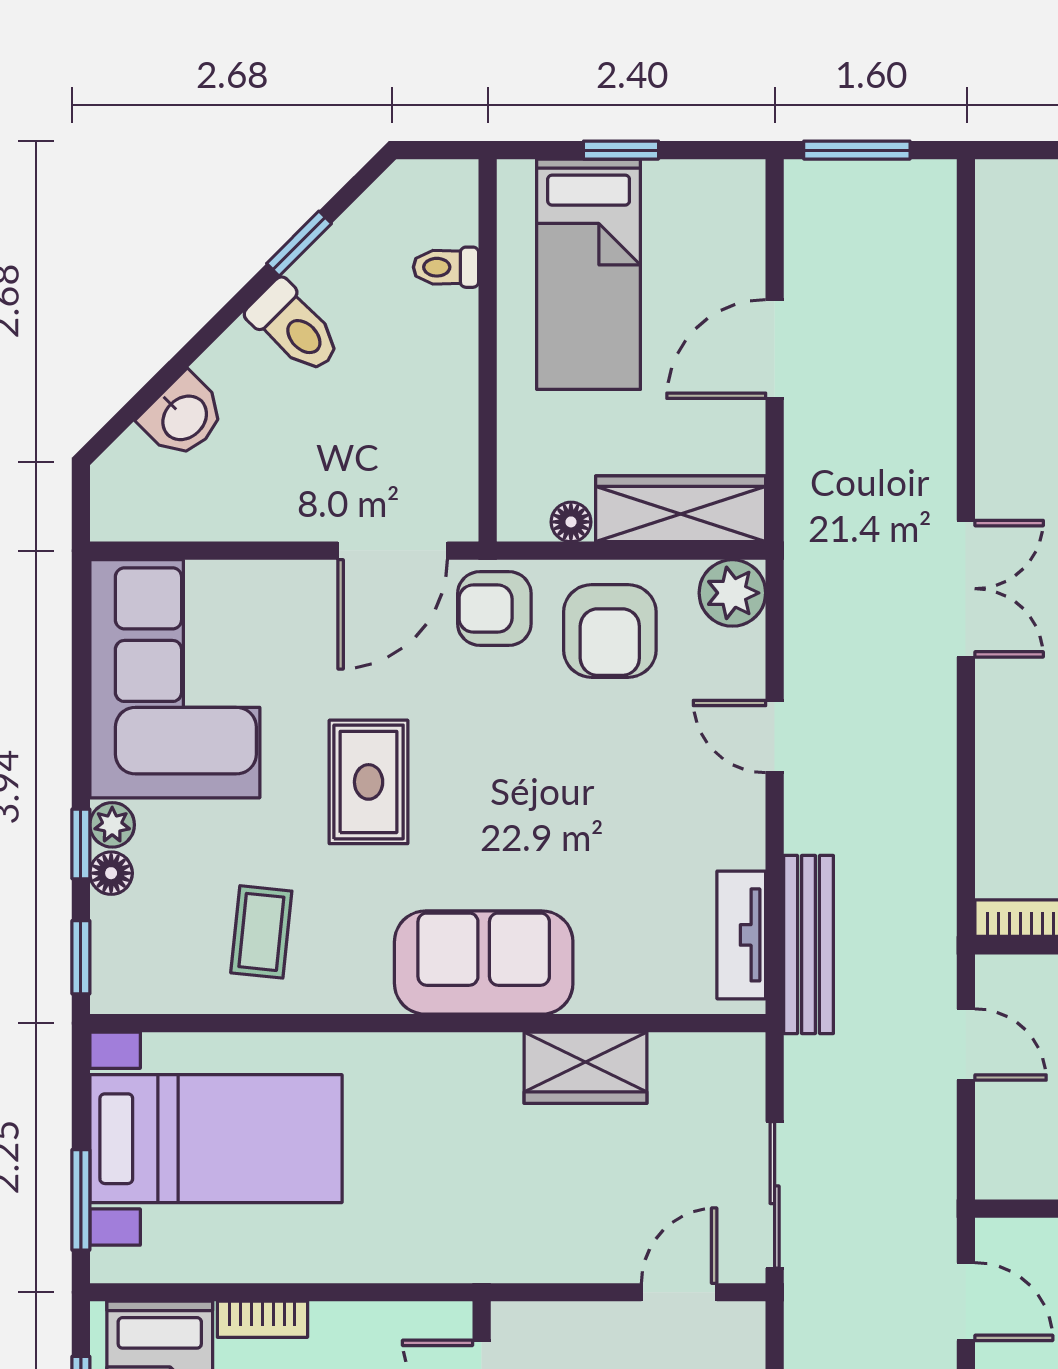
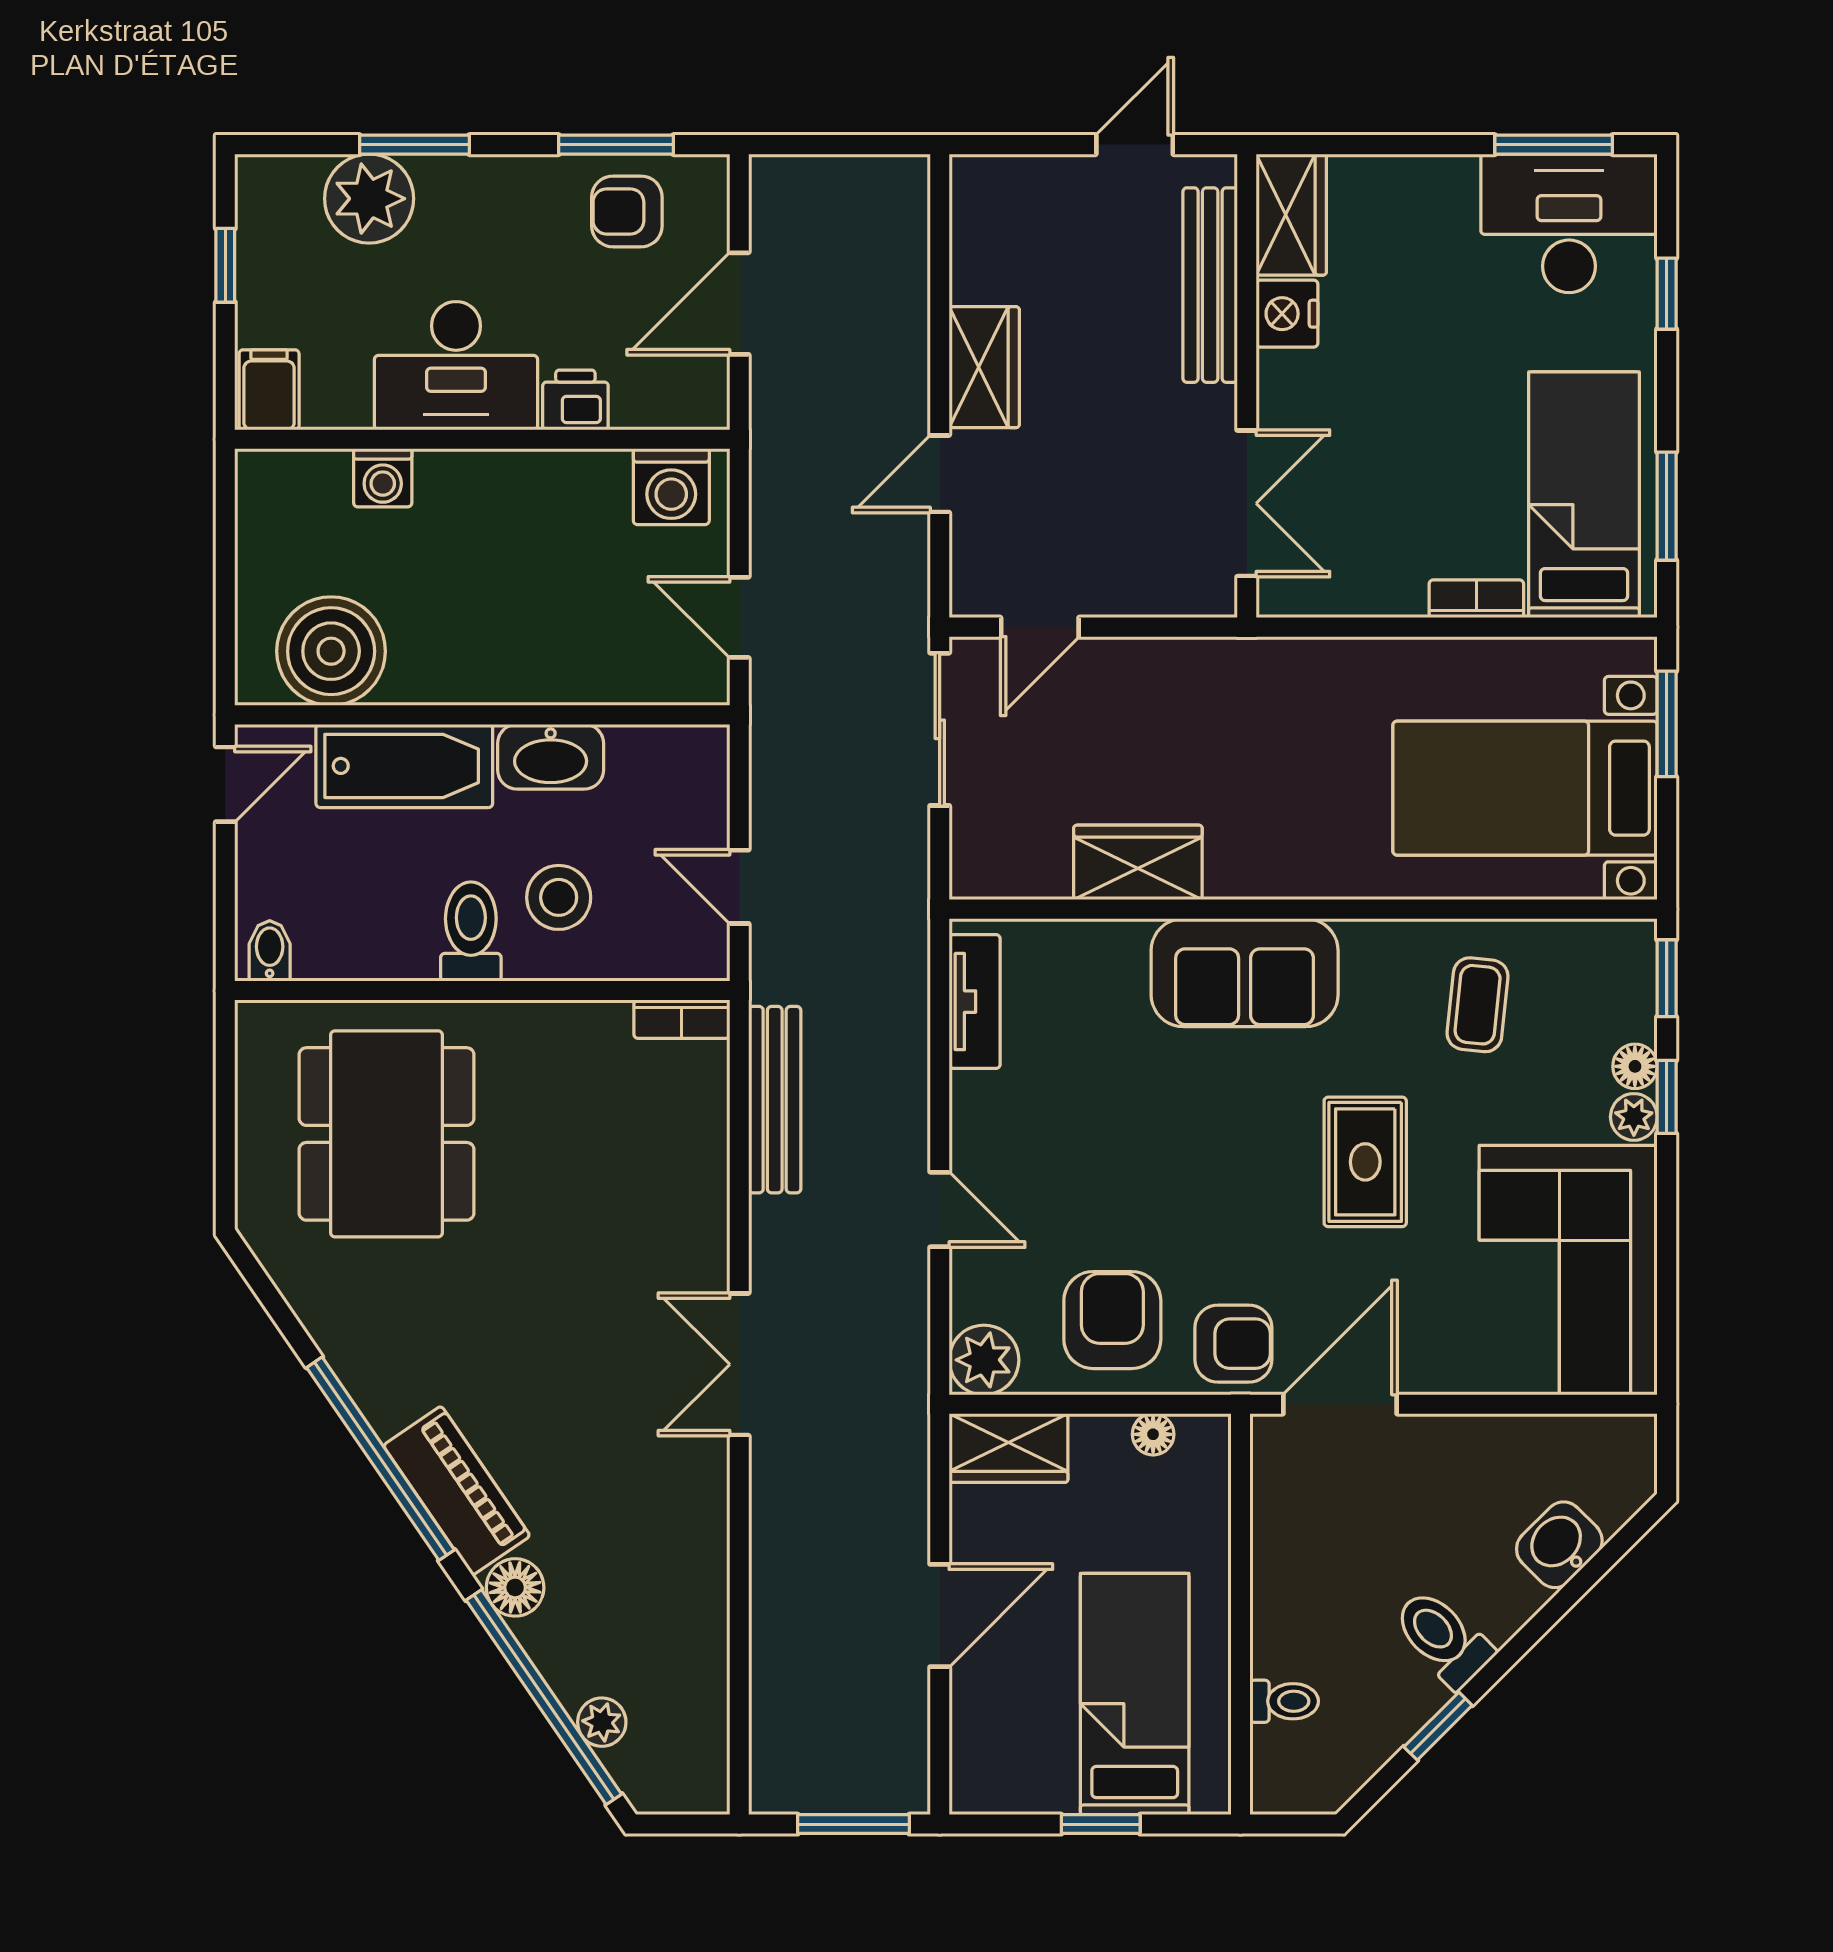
wardrobe: (681, 509) -> (1009, 1448), width x0.67
bench: (808, 944) -> (775, 1100), moved

